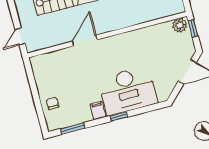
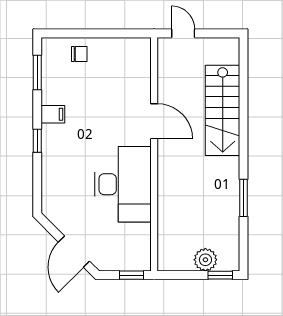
plant: (180, 25) -> (141, 258), removed
desk: (128, 91) -> (123, 184), moved, turned 180

